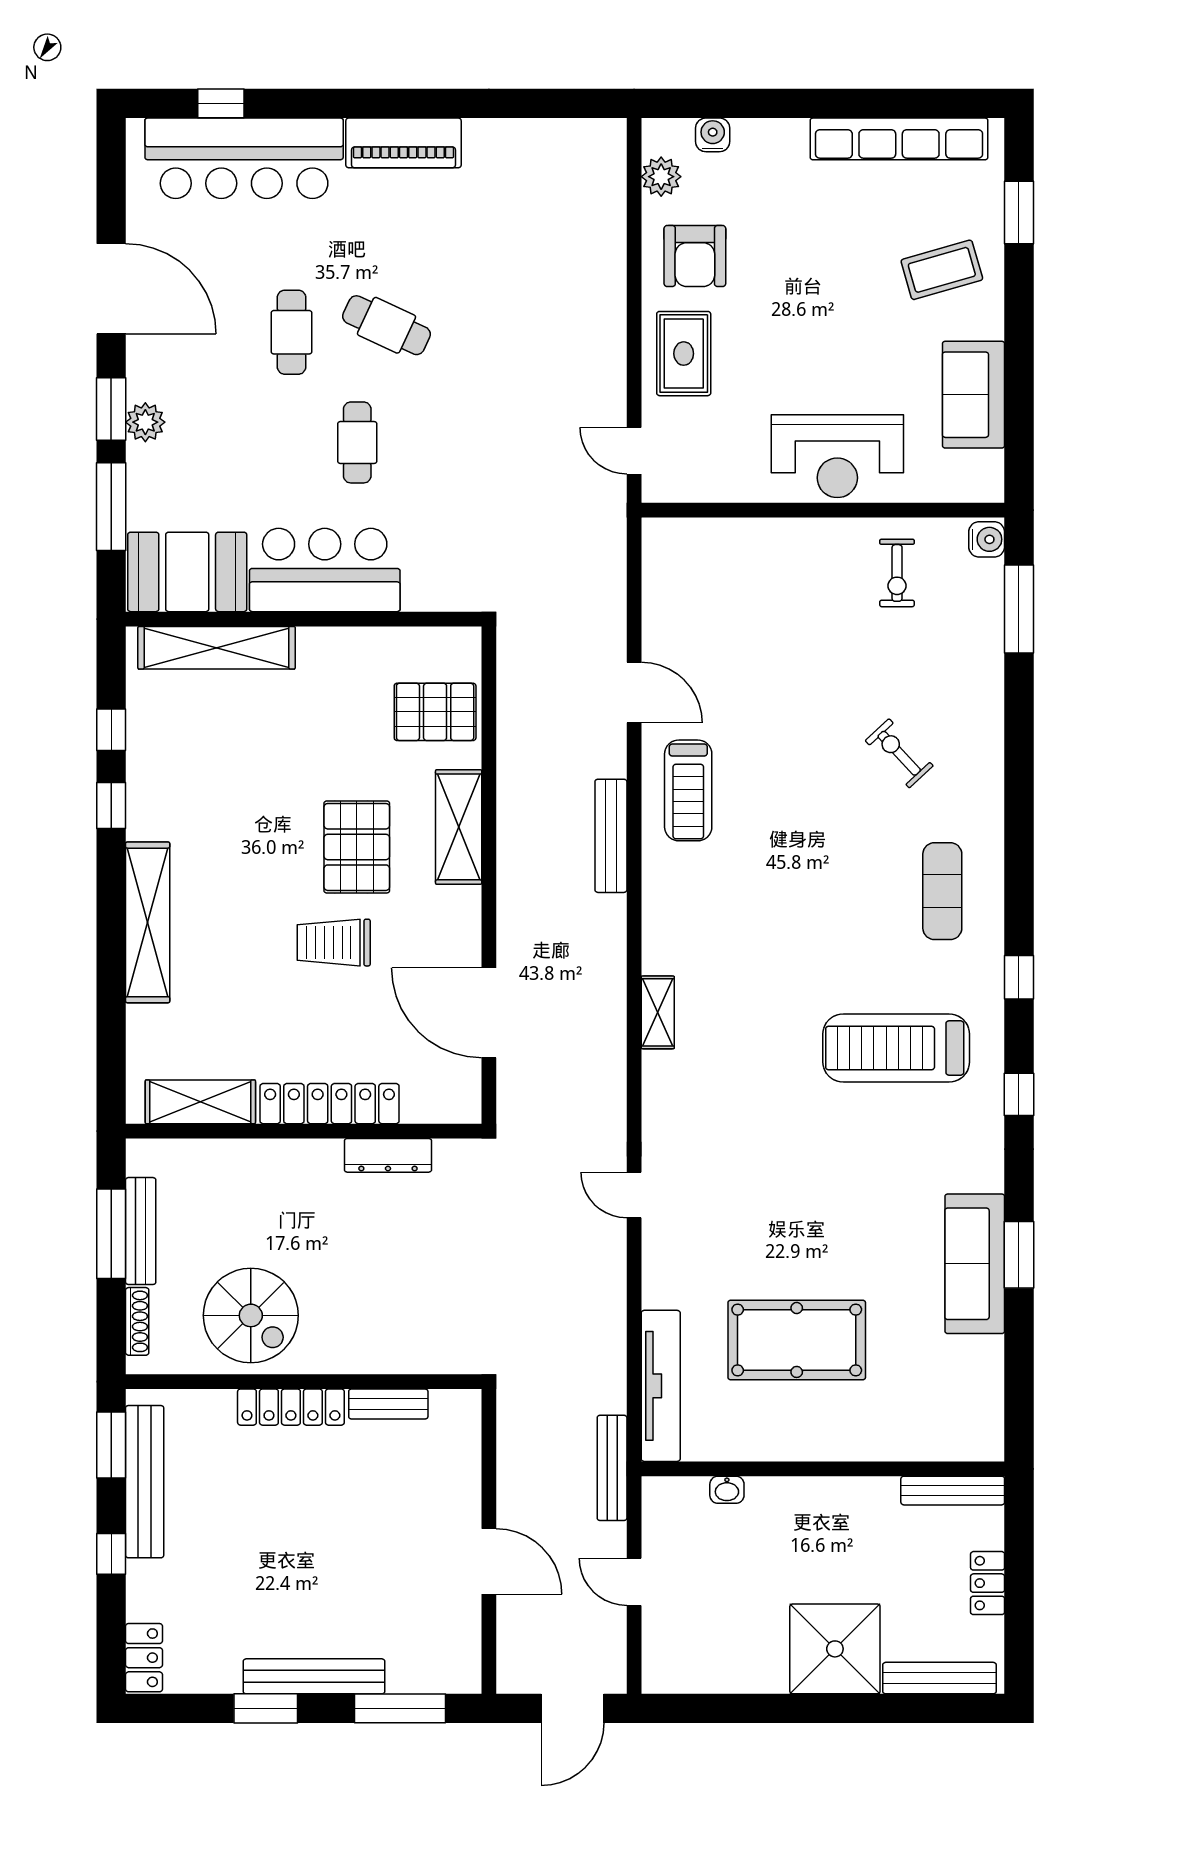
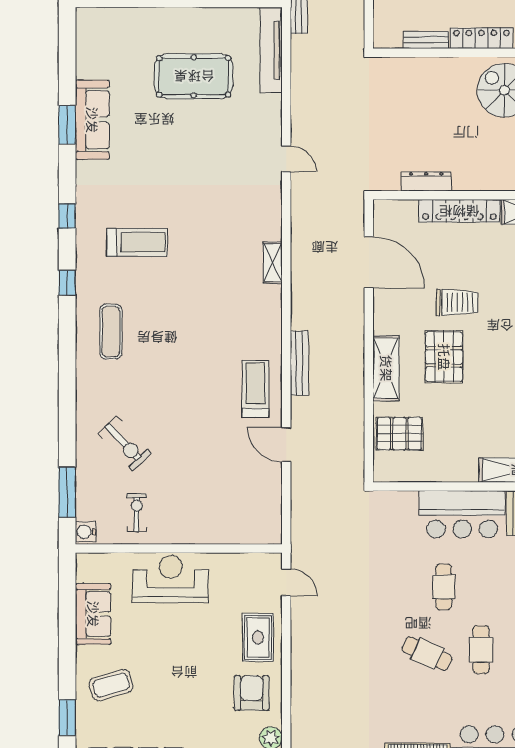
exercise bike: (899, 753) -> (124, 444), moved, width x1.38, depth x1.39
treadmill: (896, 1048) -> (137, 242), width x0.73, depth x0.73

